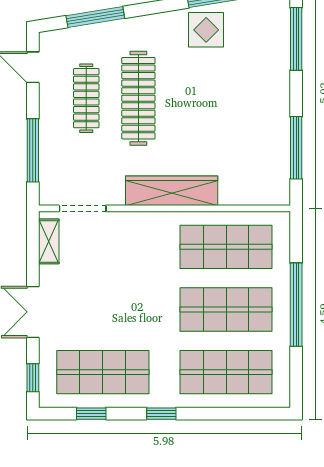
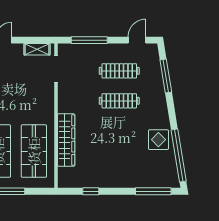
clothes rail: (138, 98) -> (119, 101), width x0.73, depth x0.76
window: (296, 148) -> (91, 191), width x0.46
wardrobe: (172, 191) -> (66, 140), moved

